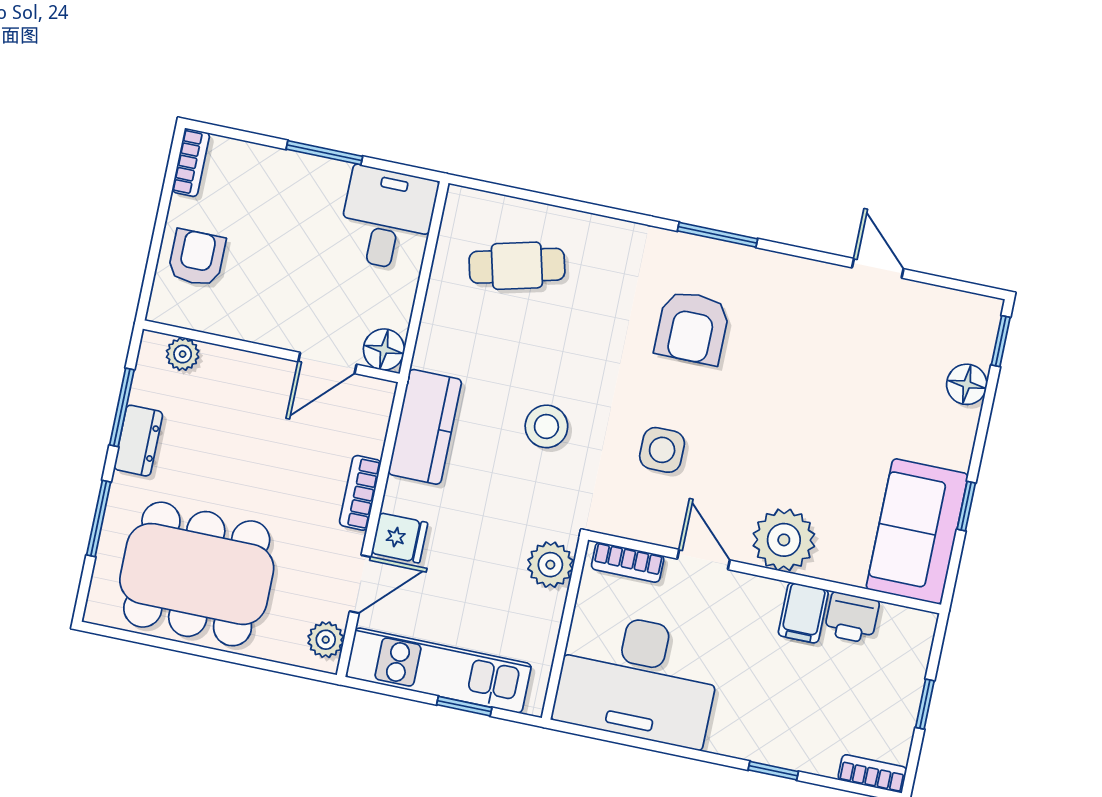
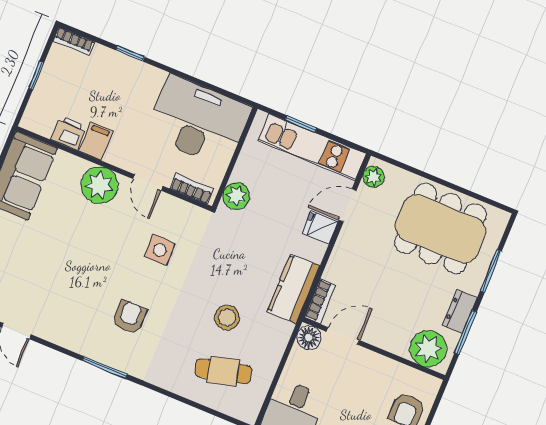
armchair: (692, 327) -> (129, 317), width x0.72, depth x0.72
plant: (183, 354) -> (428, 349), width x1.88, depth x1.88
stool: (546, 426) -> (227, 318), moved
bookcase: (360, 493) -> (320, 301), moved

